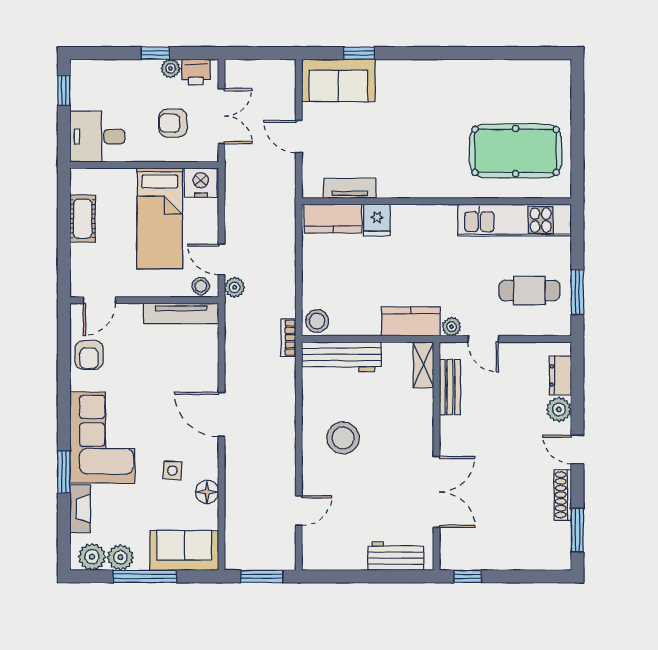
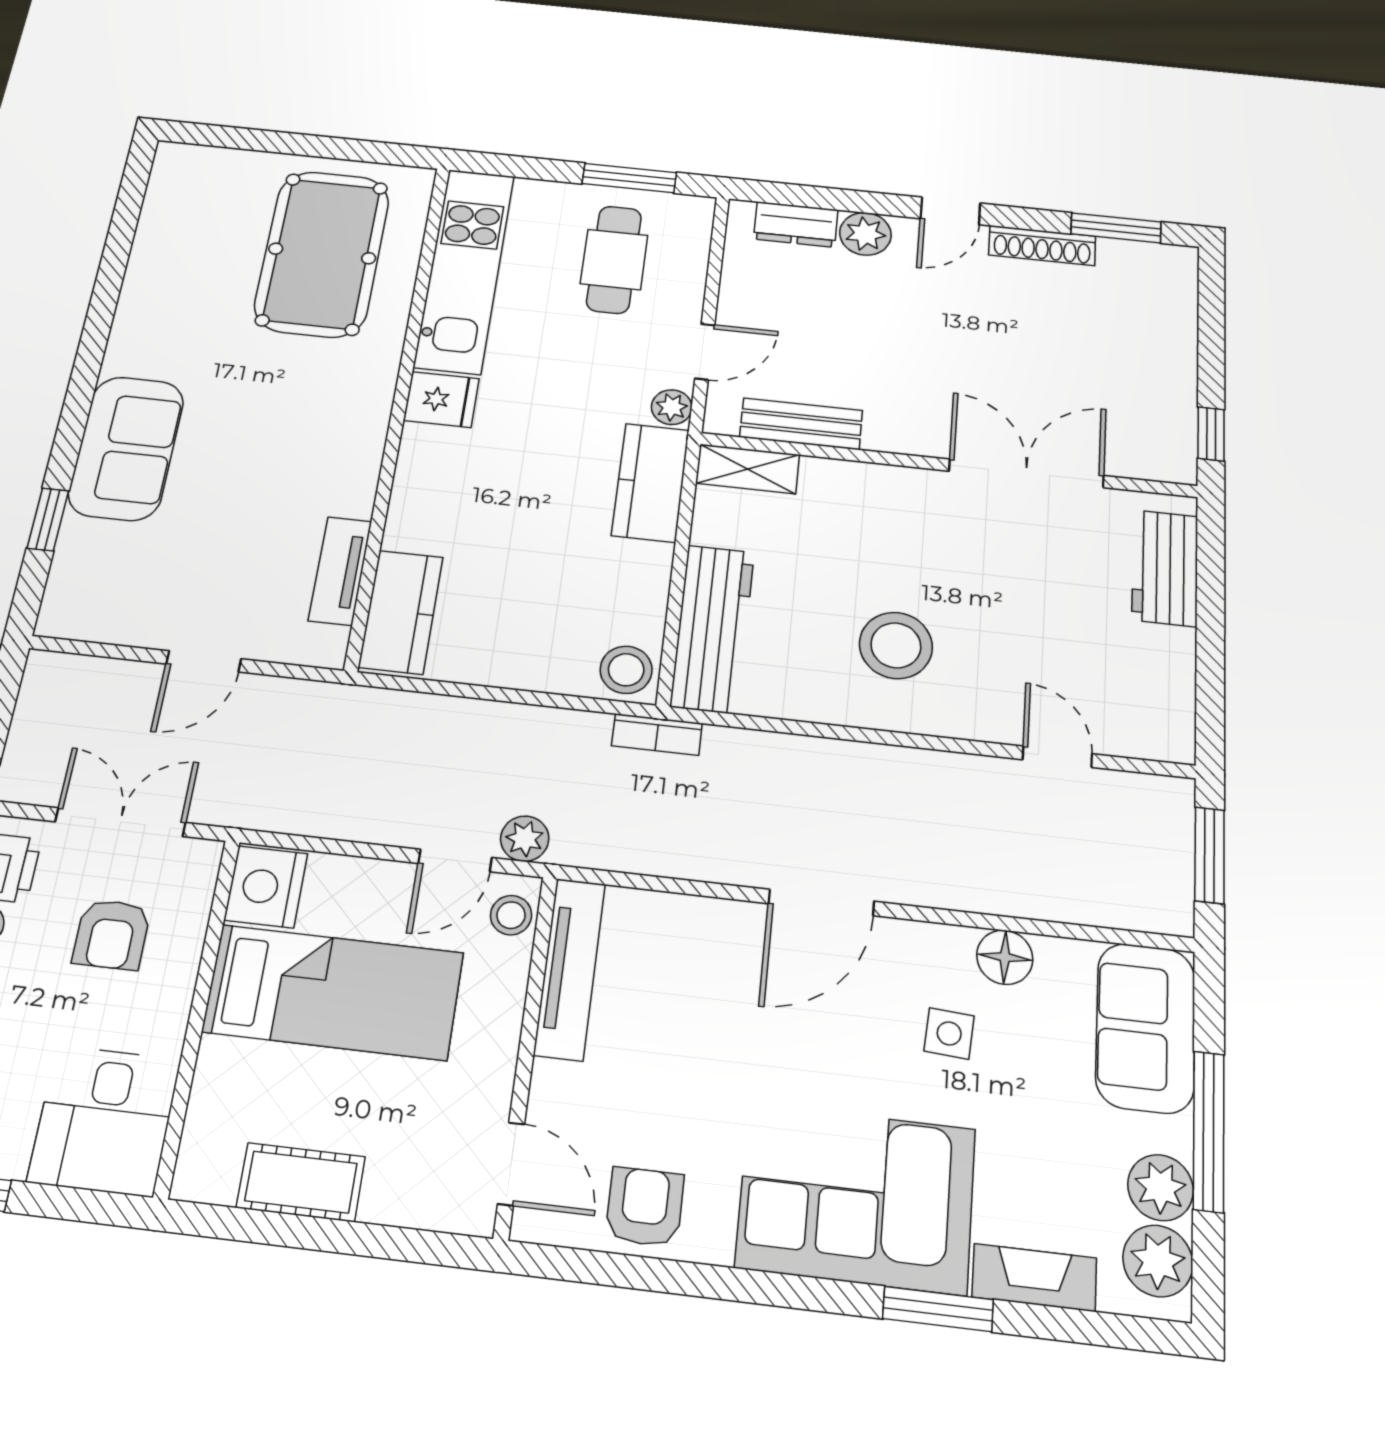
sofa: (338, 80) -> (126, 448), moved
fridge: (377, 220) -> (441, 400), moved
armchair: (89, 355) -> (645, 1207), turned -90

